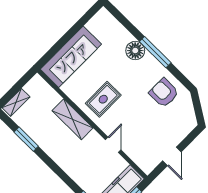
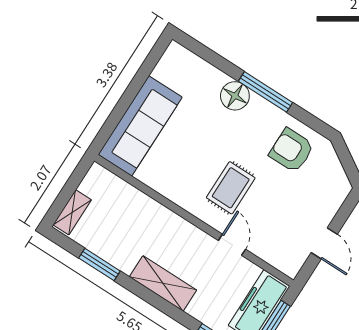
rug: (103, 99) -> (231, 188), moved
shelving: (73, 119) -> (163, 283), moved

